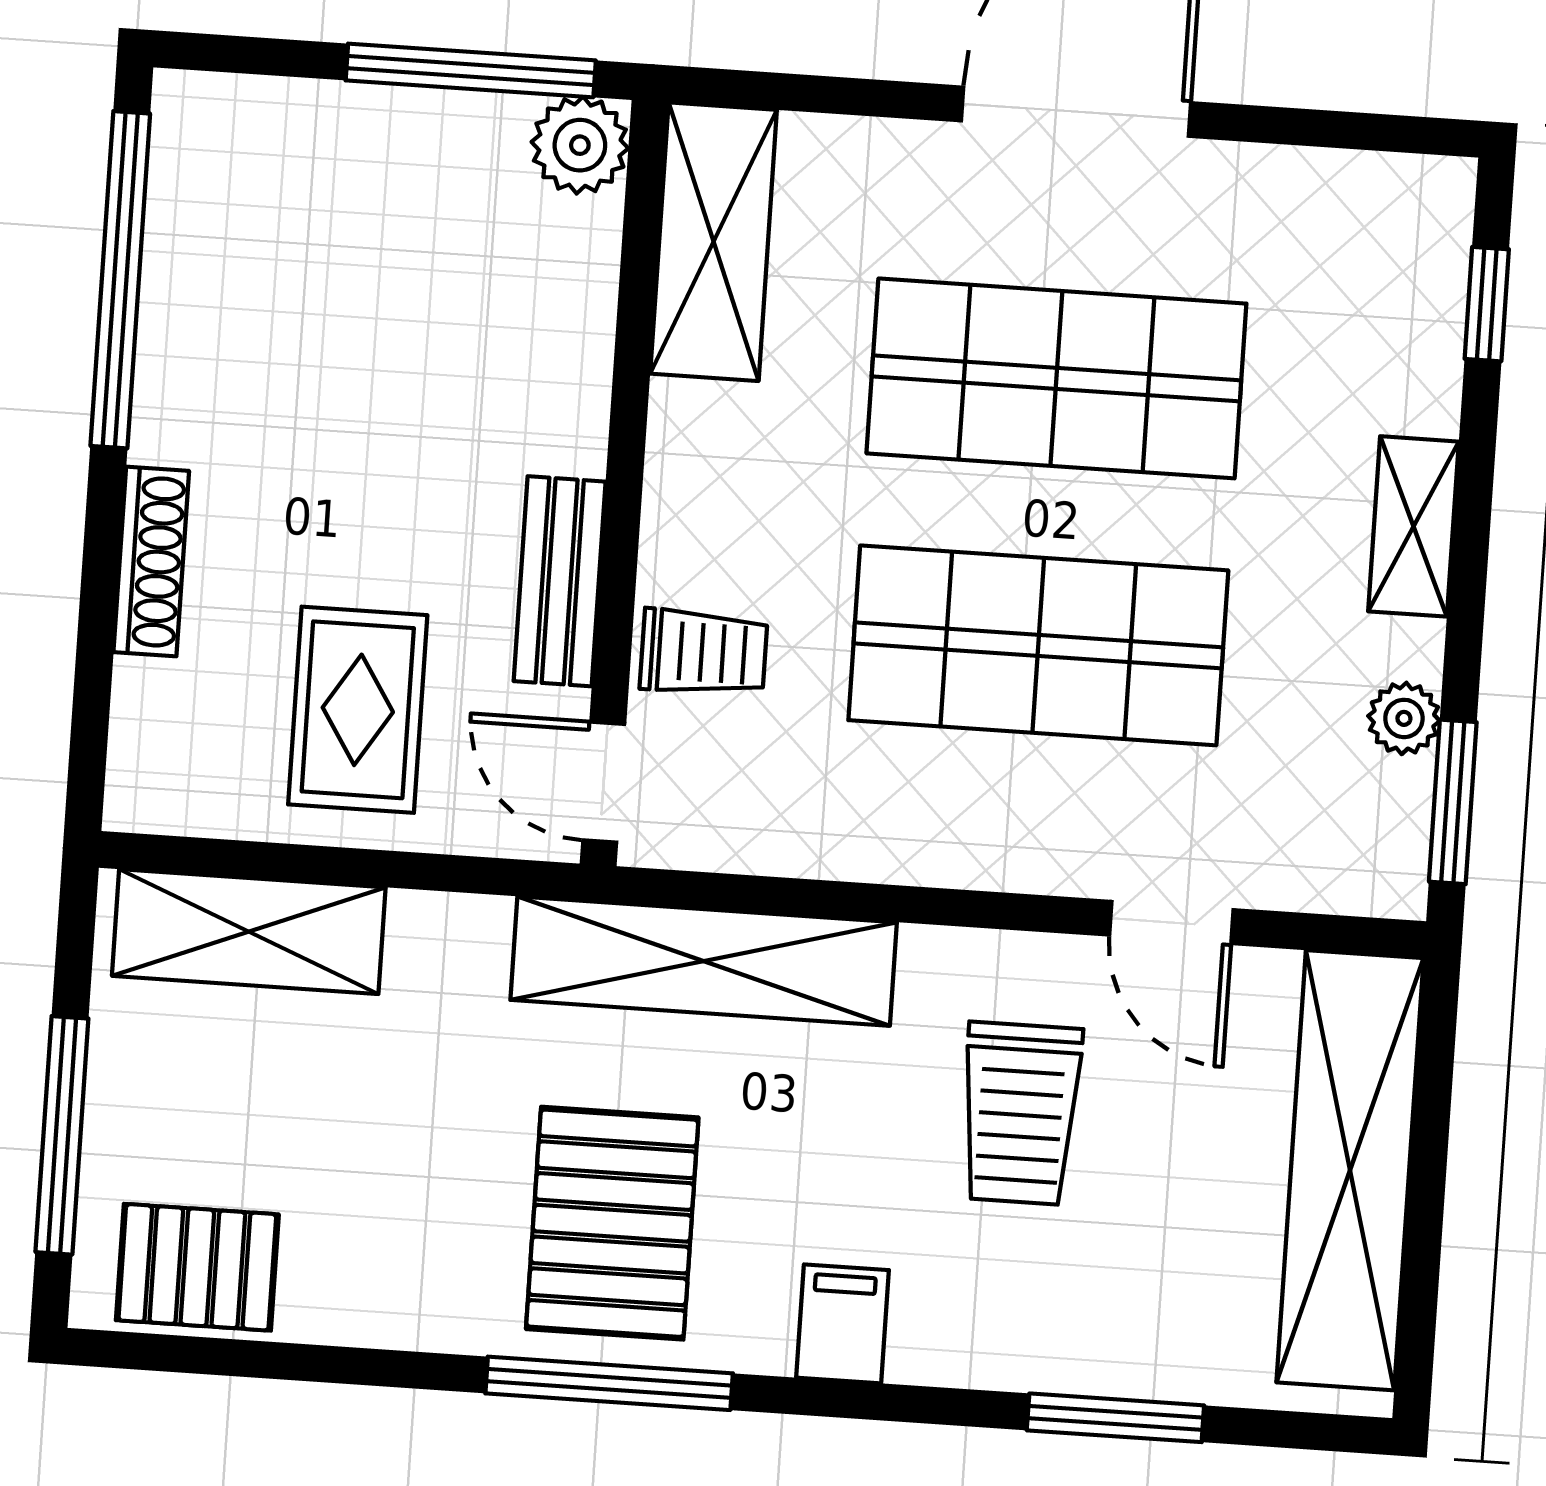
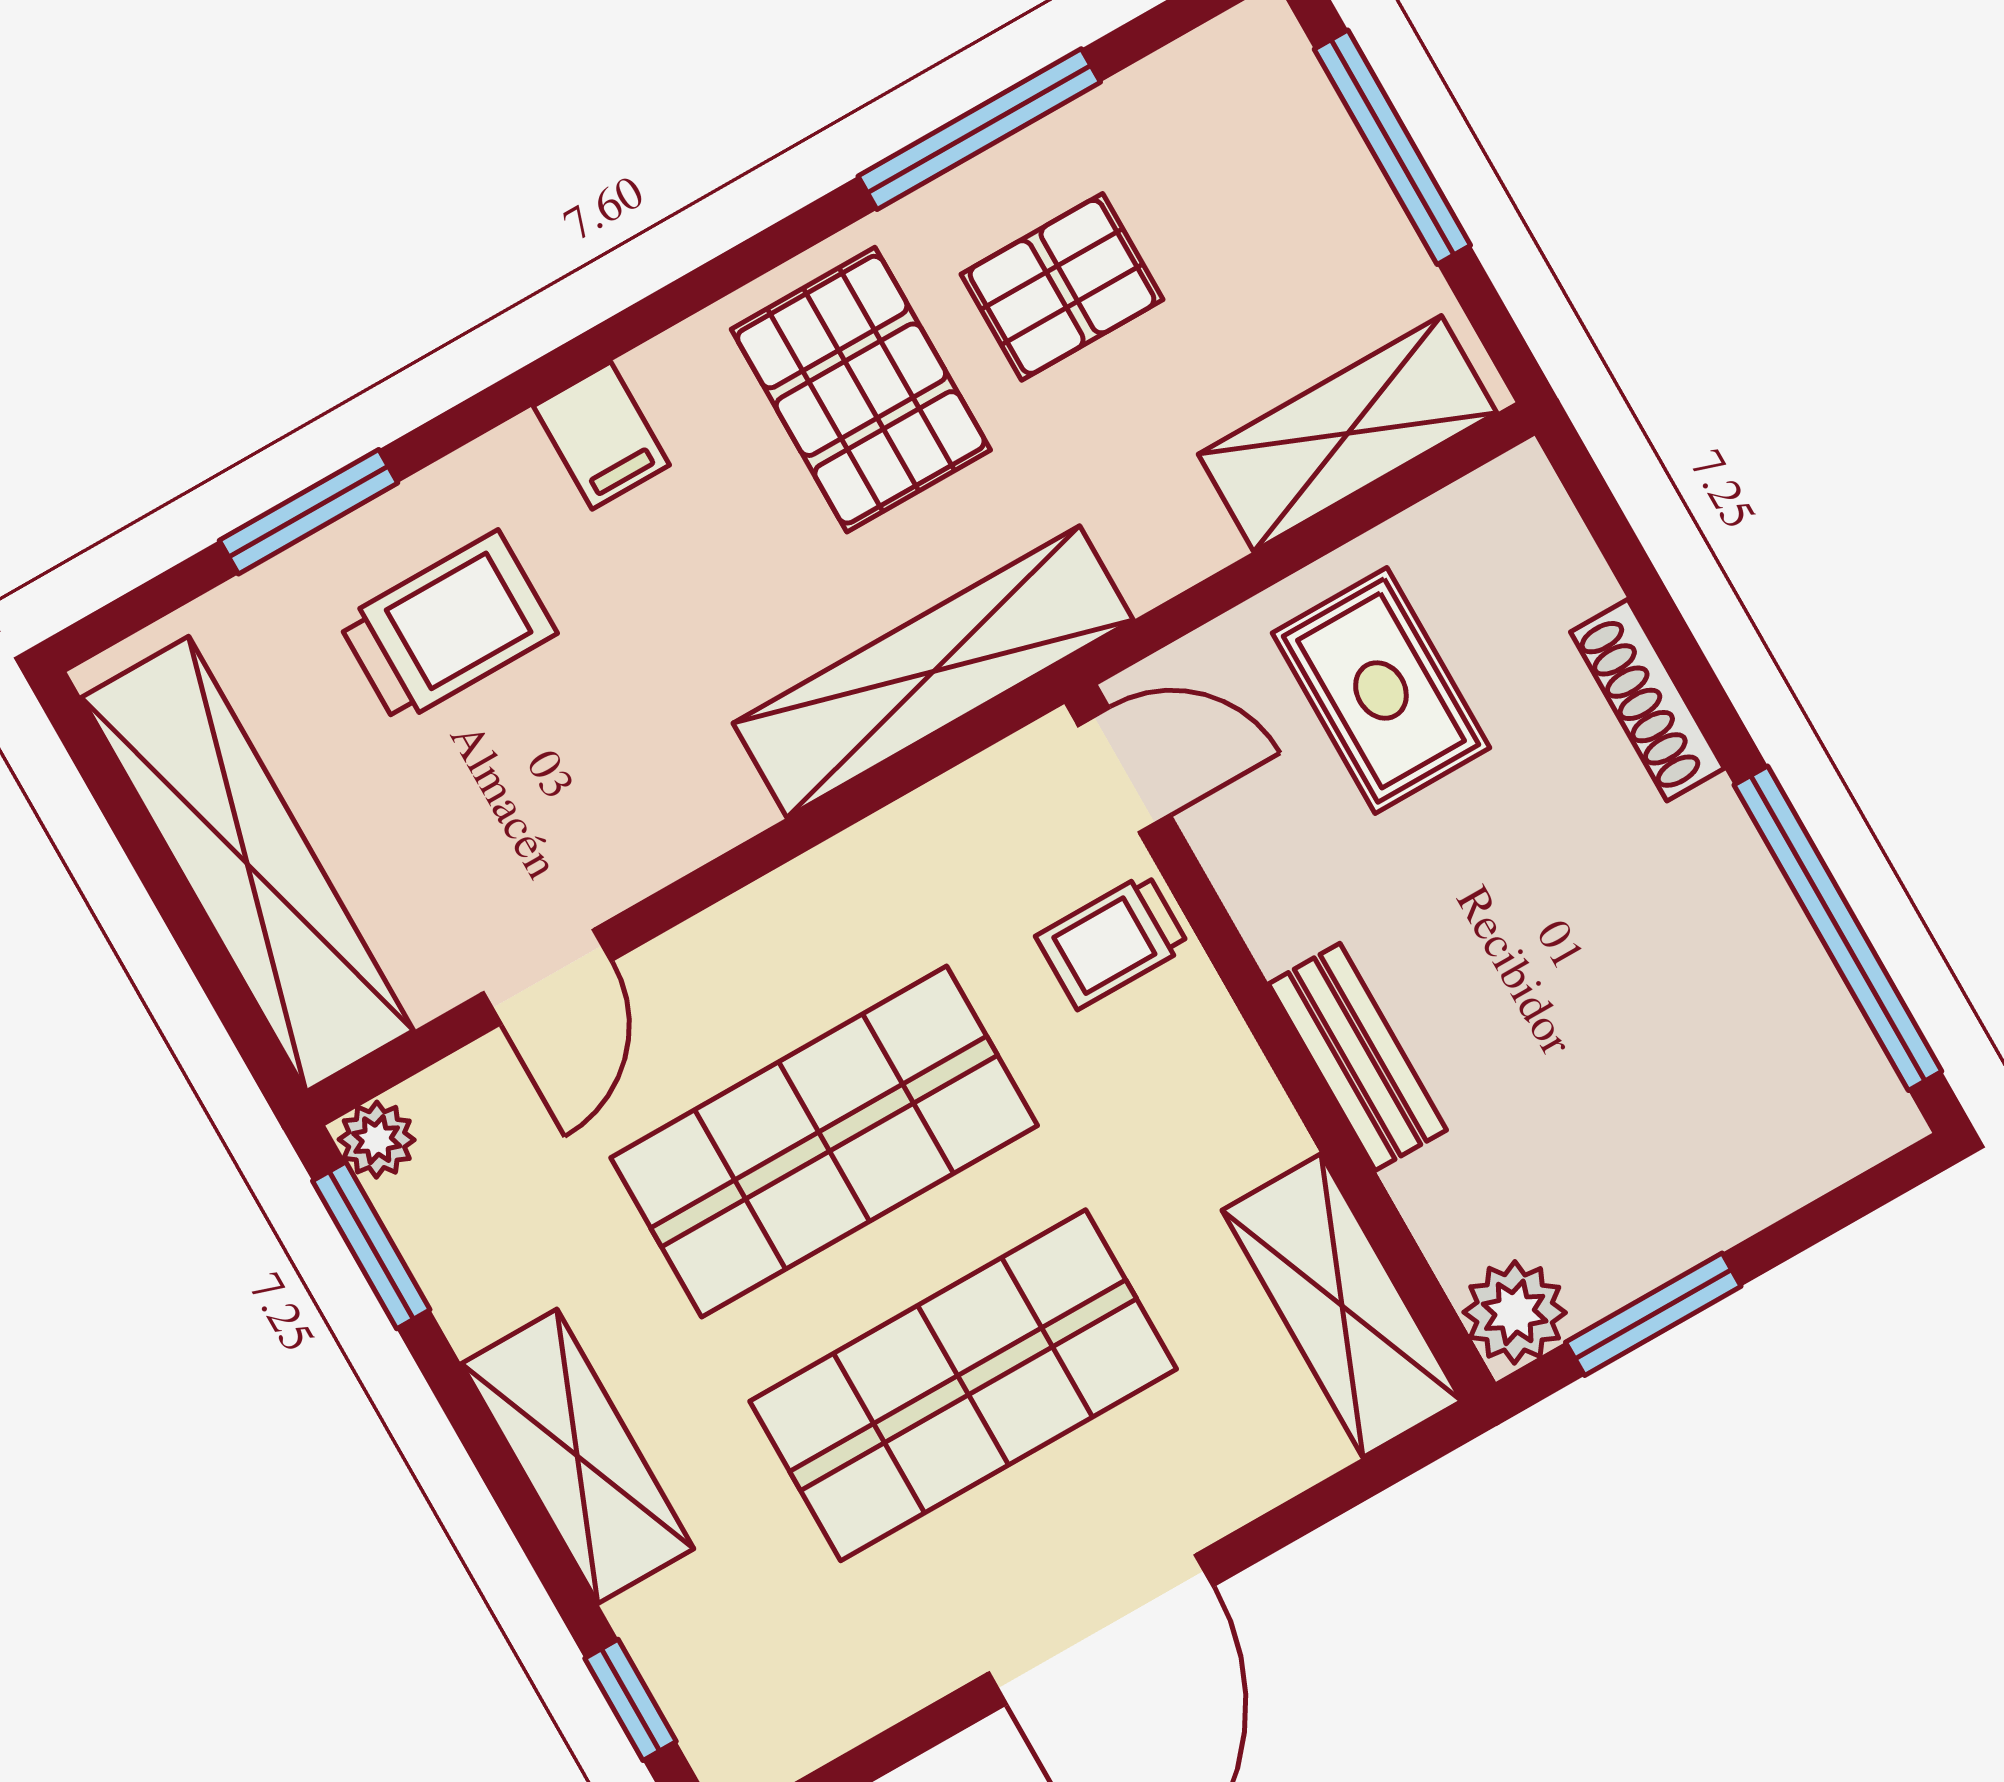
window: (471, 70) -> (1653, 1314), width x0.69
shelving: (1414, 526) -> (577, 1456), width x1.50, depth x1.33
bench: (560, 581) -> (1357, 1057), moved
plant: (1404, 718) -> (377, 1140), moved
door: (1171, 922) -> (547, 977), swing flipped
trolley: (1020, 1113) -> (447, 627), moved, turned 90
pallet: (197, 1267) -> (1062, 287), moved
window: (609, 1383) -> (979, 129), moved

